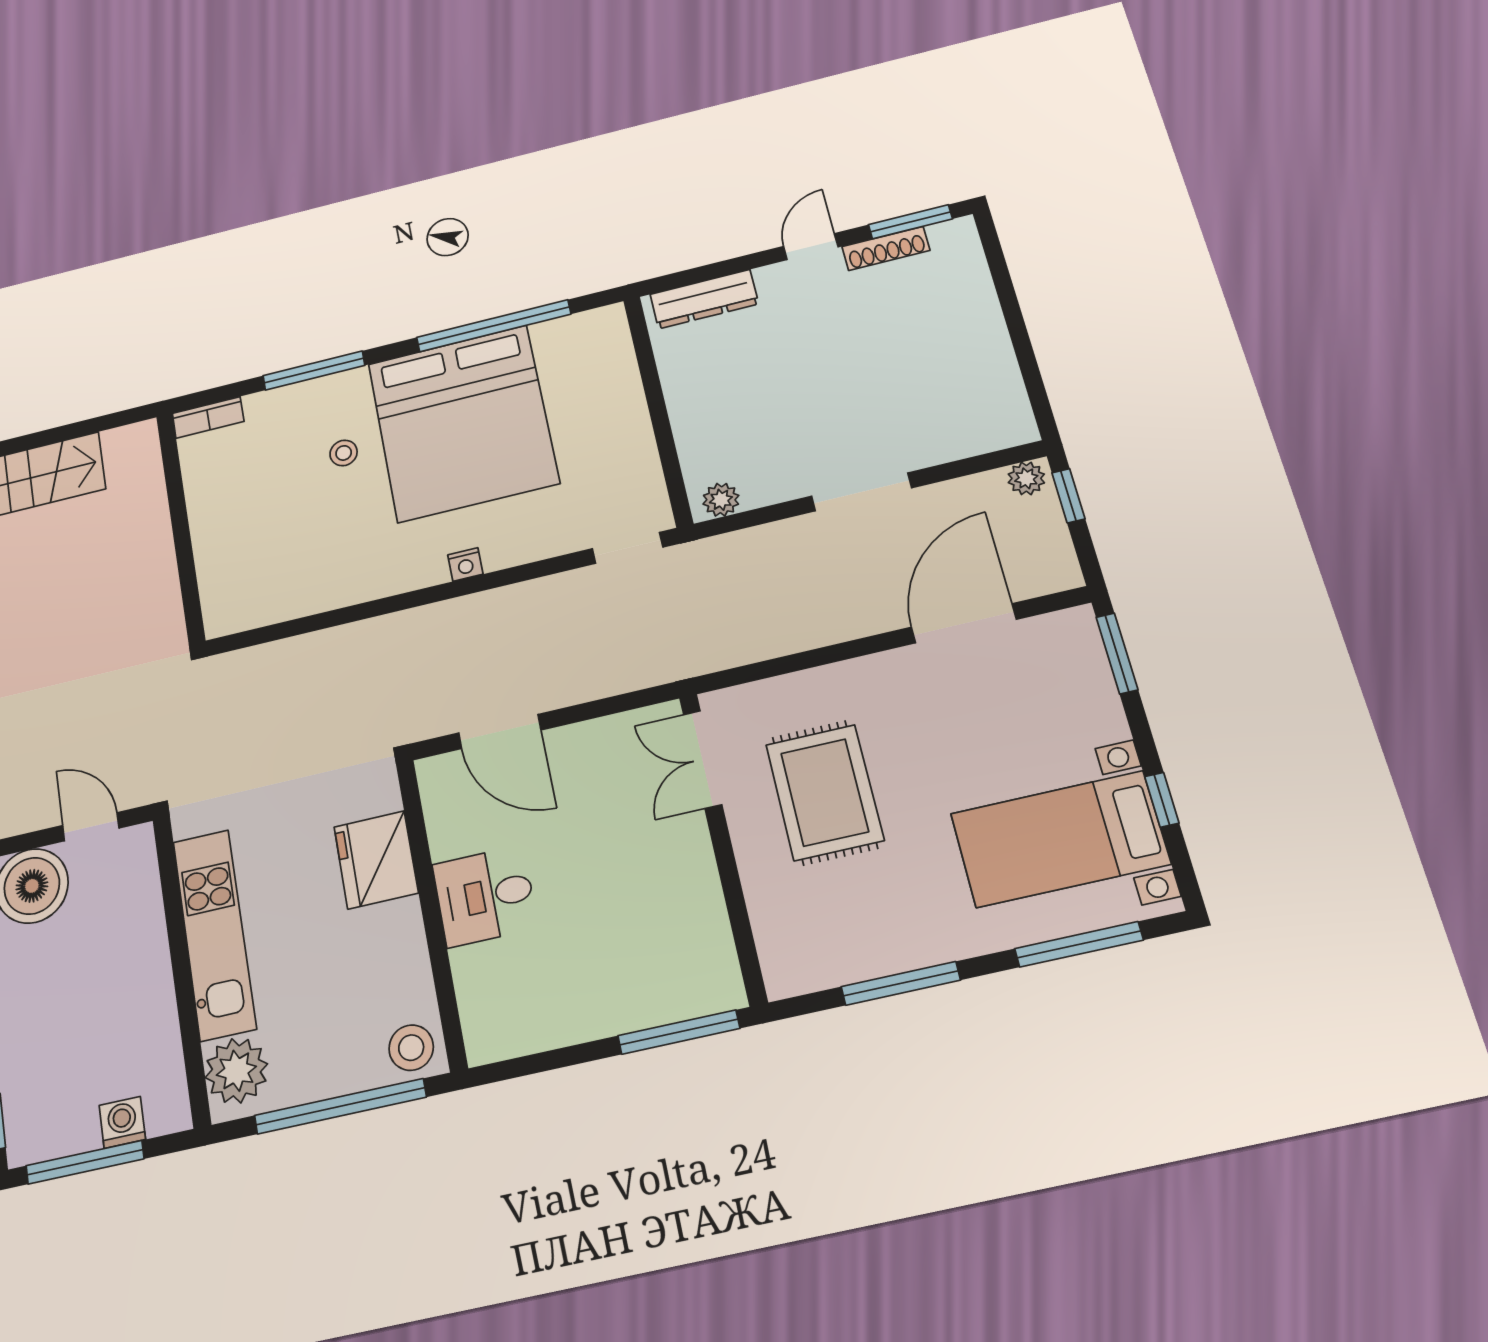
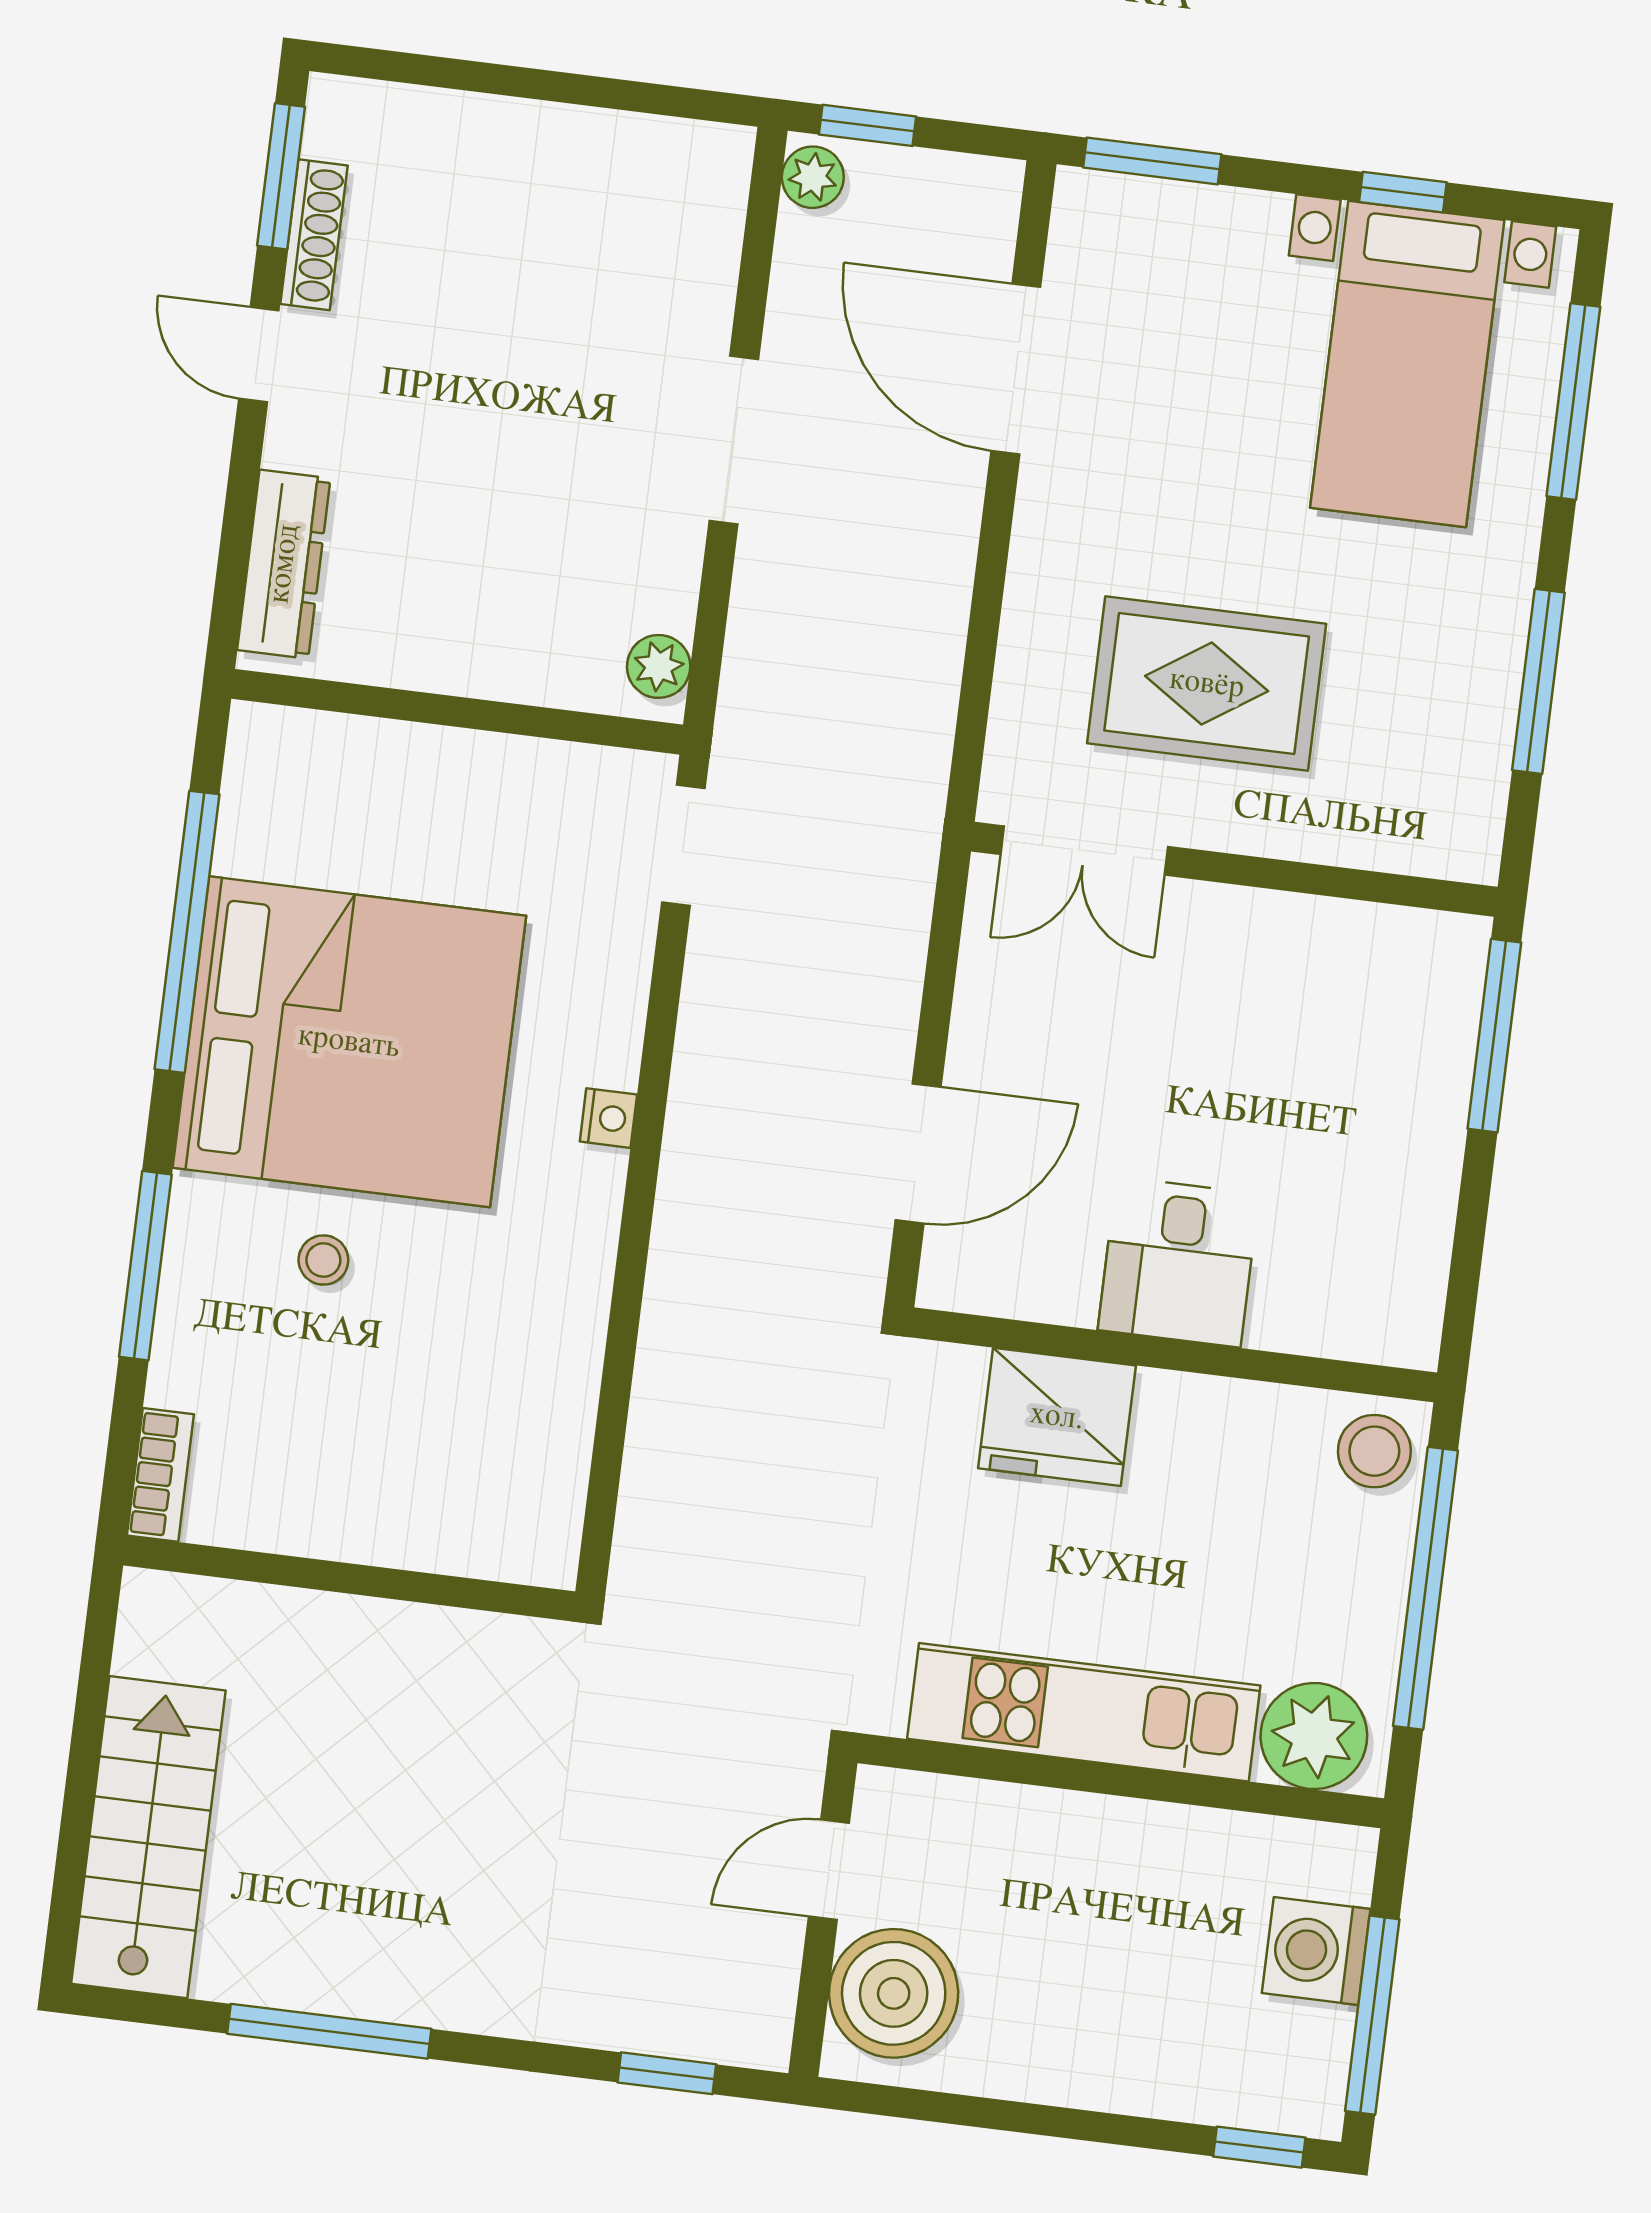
washing machine: (122, 1122) -> (1316, 1951), width x1.38, depth x1.38

